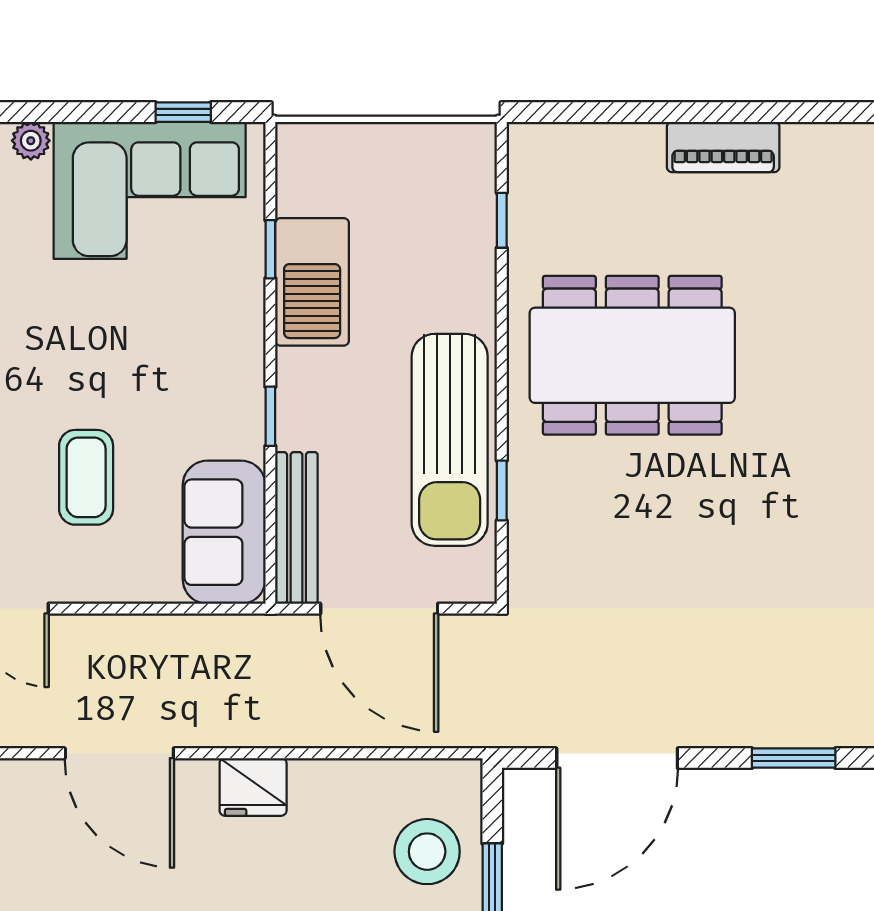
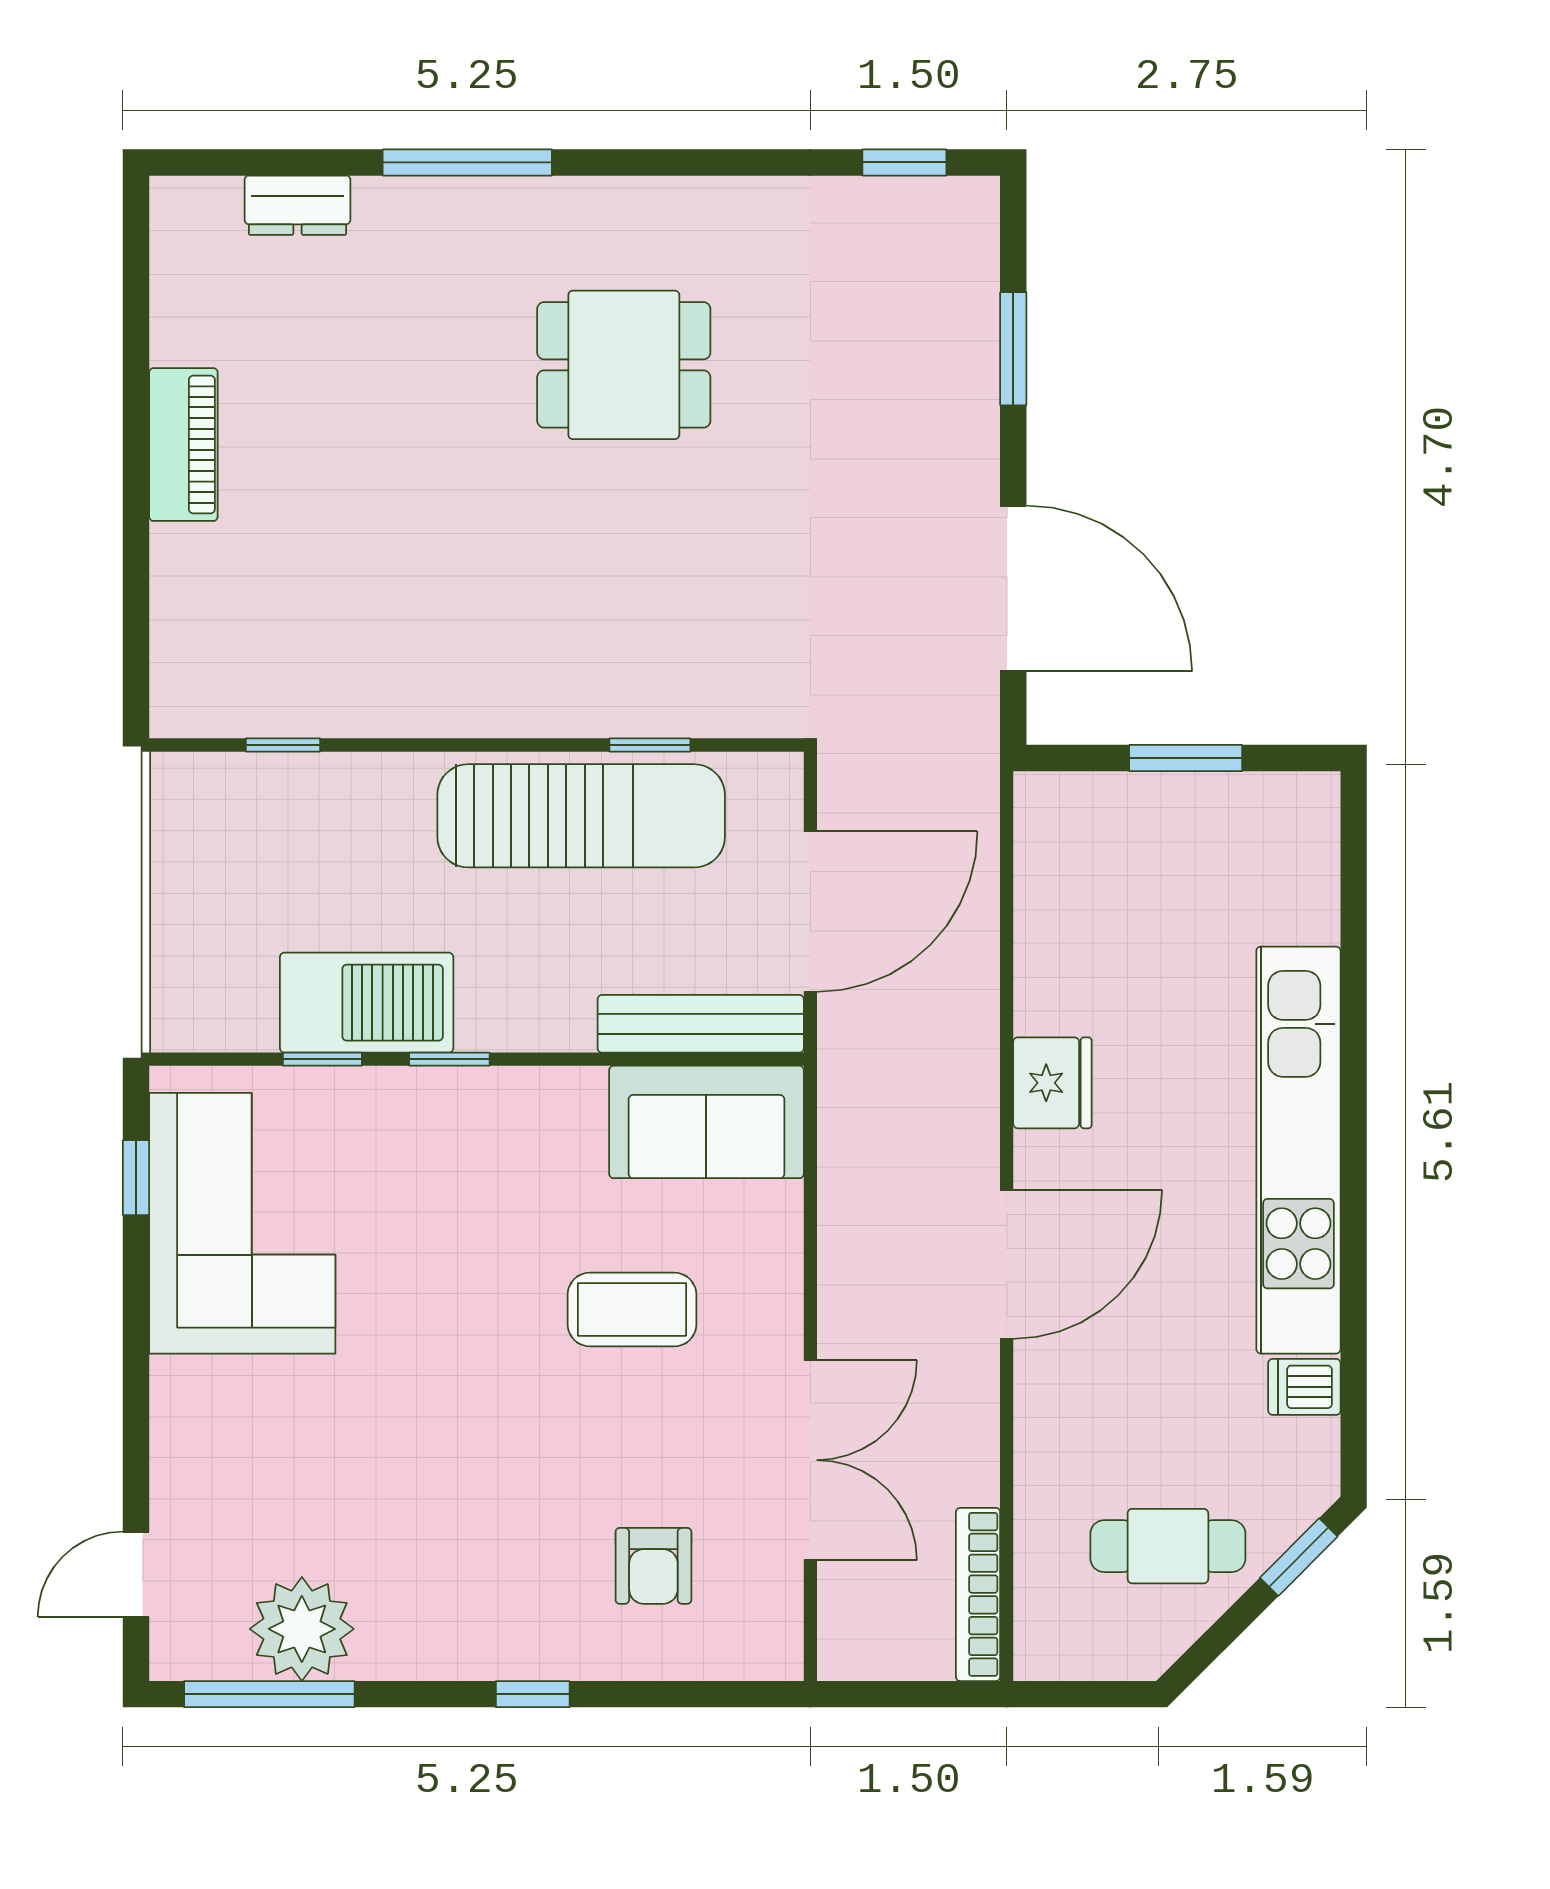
plant: (31, 141) -> (175, 1385), removed
dining table: (632, 355) -> (624, 365), moved, width x0.53, depth x0.80
window: (270, 416) -> (449, 1059), moved
stool: (427, 852) -> (1140, 846), removed

